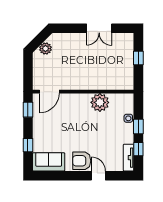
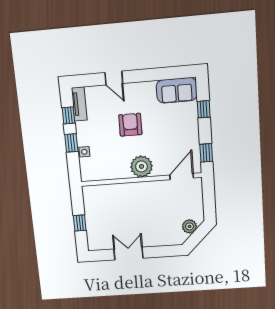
plant: (100, 102) -> (141, 166), moved
armchair: (82, 161) -> (130, 125), moved, turned -90

